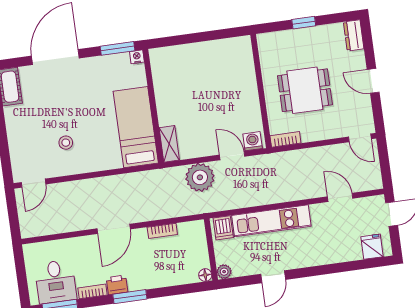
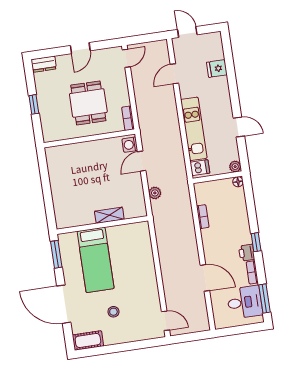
nightstand: (137, 57) -> (63, 239), removed
bed: (136, 127) -> (96, 260), moved, turned -90
stool: (66, 143) -> (113, 312), moved
shelving: (169, 144) -> (109, 215), moved
plant: (200, 177) -> (155, 193), width x0.53, depth x0.53
door: (114, 229) -> (205, 278), moved
fridge: (372, 247) -> (217, 69), moved
window: (130, 297) -> (256, 242), width x0.67

